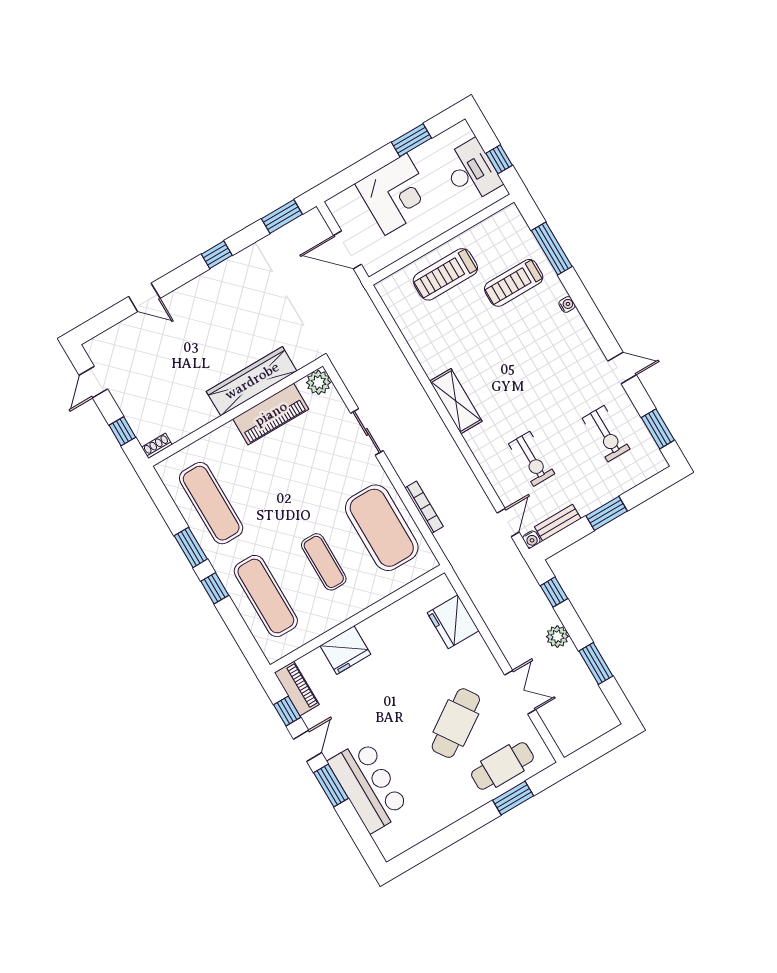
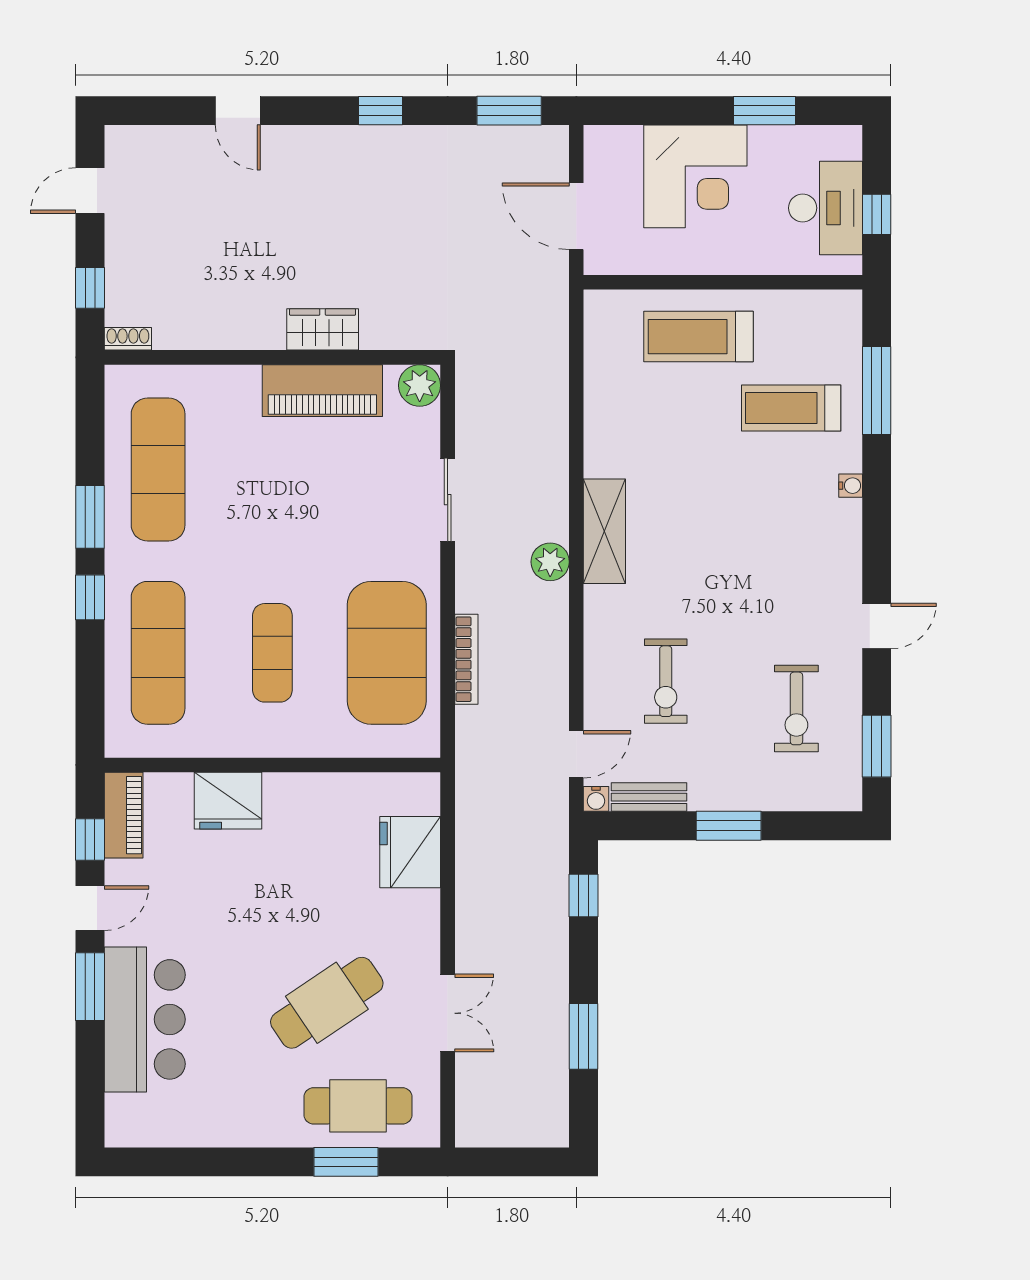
door: (622, 368) -> (877, 626), hinge flipped
wardrobe: (252, 381) -> (323, 329), width x0.48, depth x0.85
plant: (557, 636) -> (550, 562), moved

